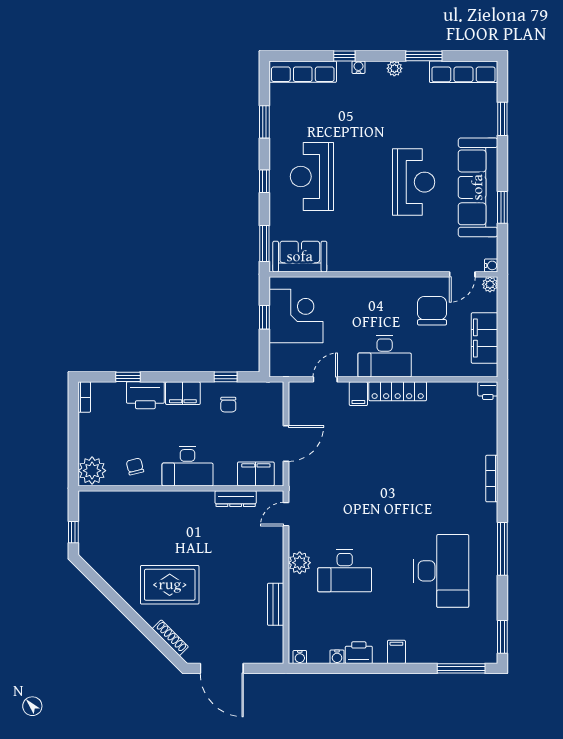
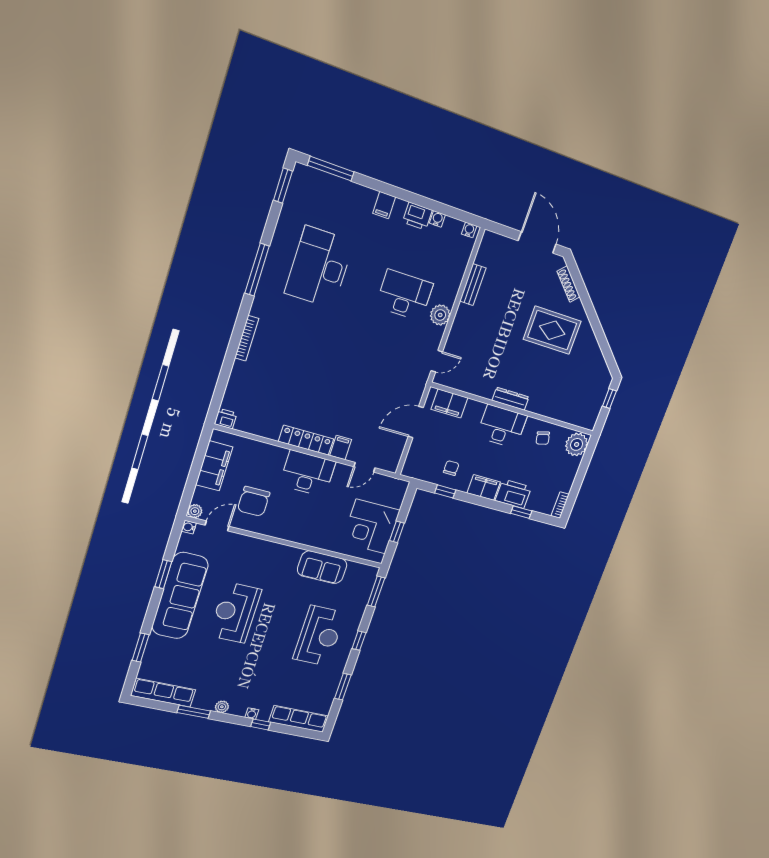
sofa: (300, 257) -> (322, 567), moved
dresser: (236, 499) -> (511, 399), moved

